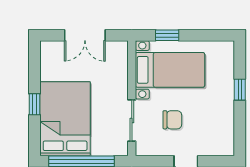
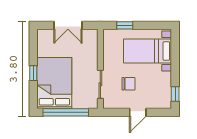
bed with nightstands: (170, 70) -> (147, 51), moved, turned 180
window: (240, 90) -> (175, 94), moved

